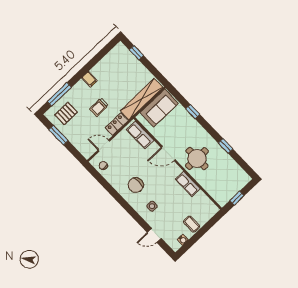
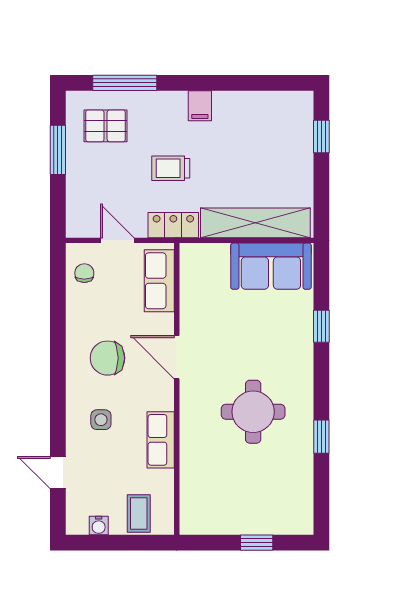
row of seats: (140, 135) -> (159, 281), moved
door: (168, 153) -> (177, 357), moved
wall: (178, 163) -> (177, 389), moved
row of seats: (188, 184) -> (161, 440), moved

